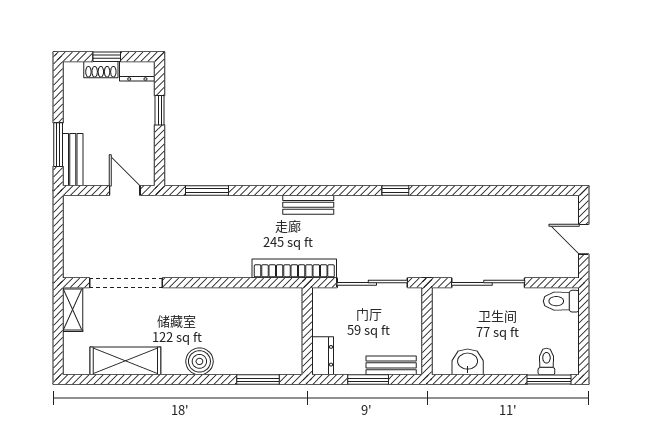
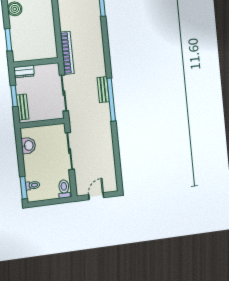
window: (395, 190) -> (111, 100), width x3.17
bench: (308, 205) -> (103, 90), moved

